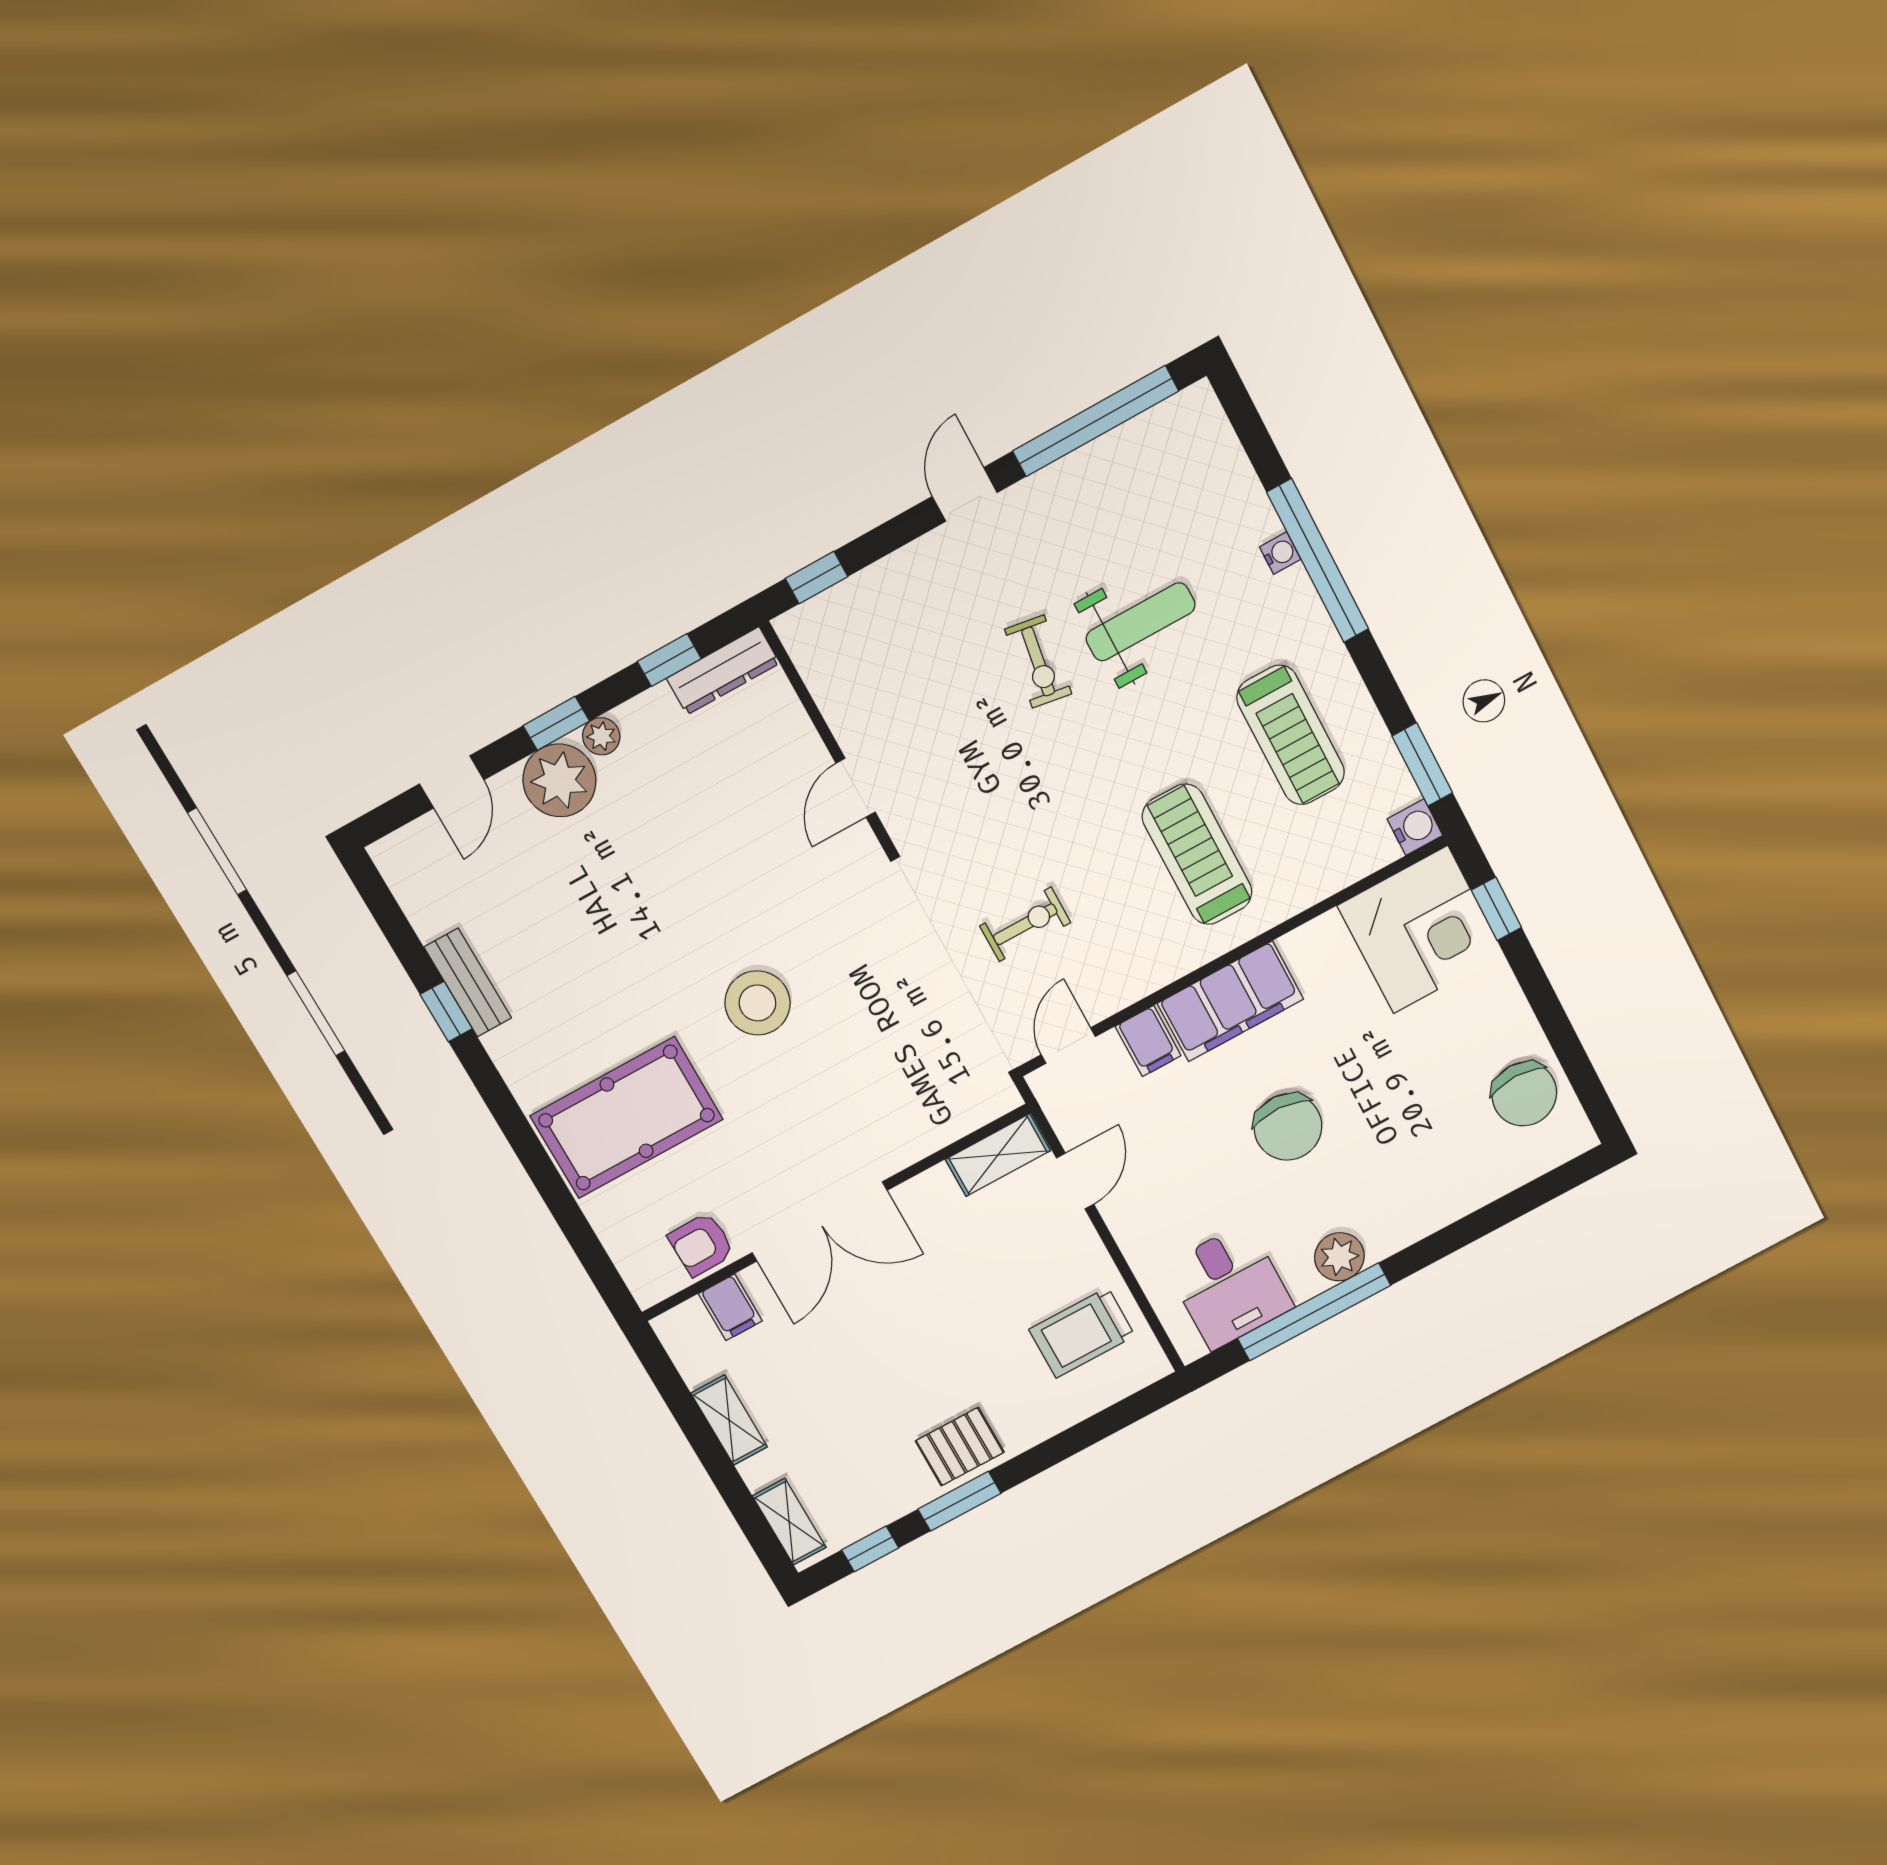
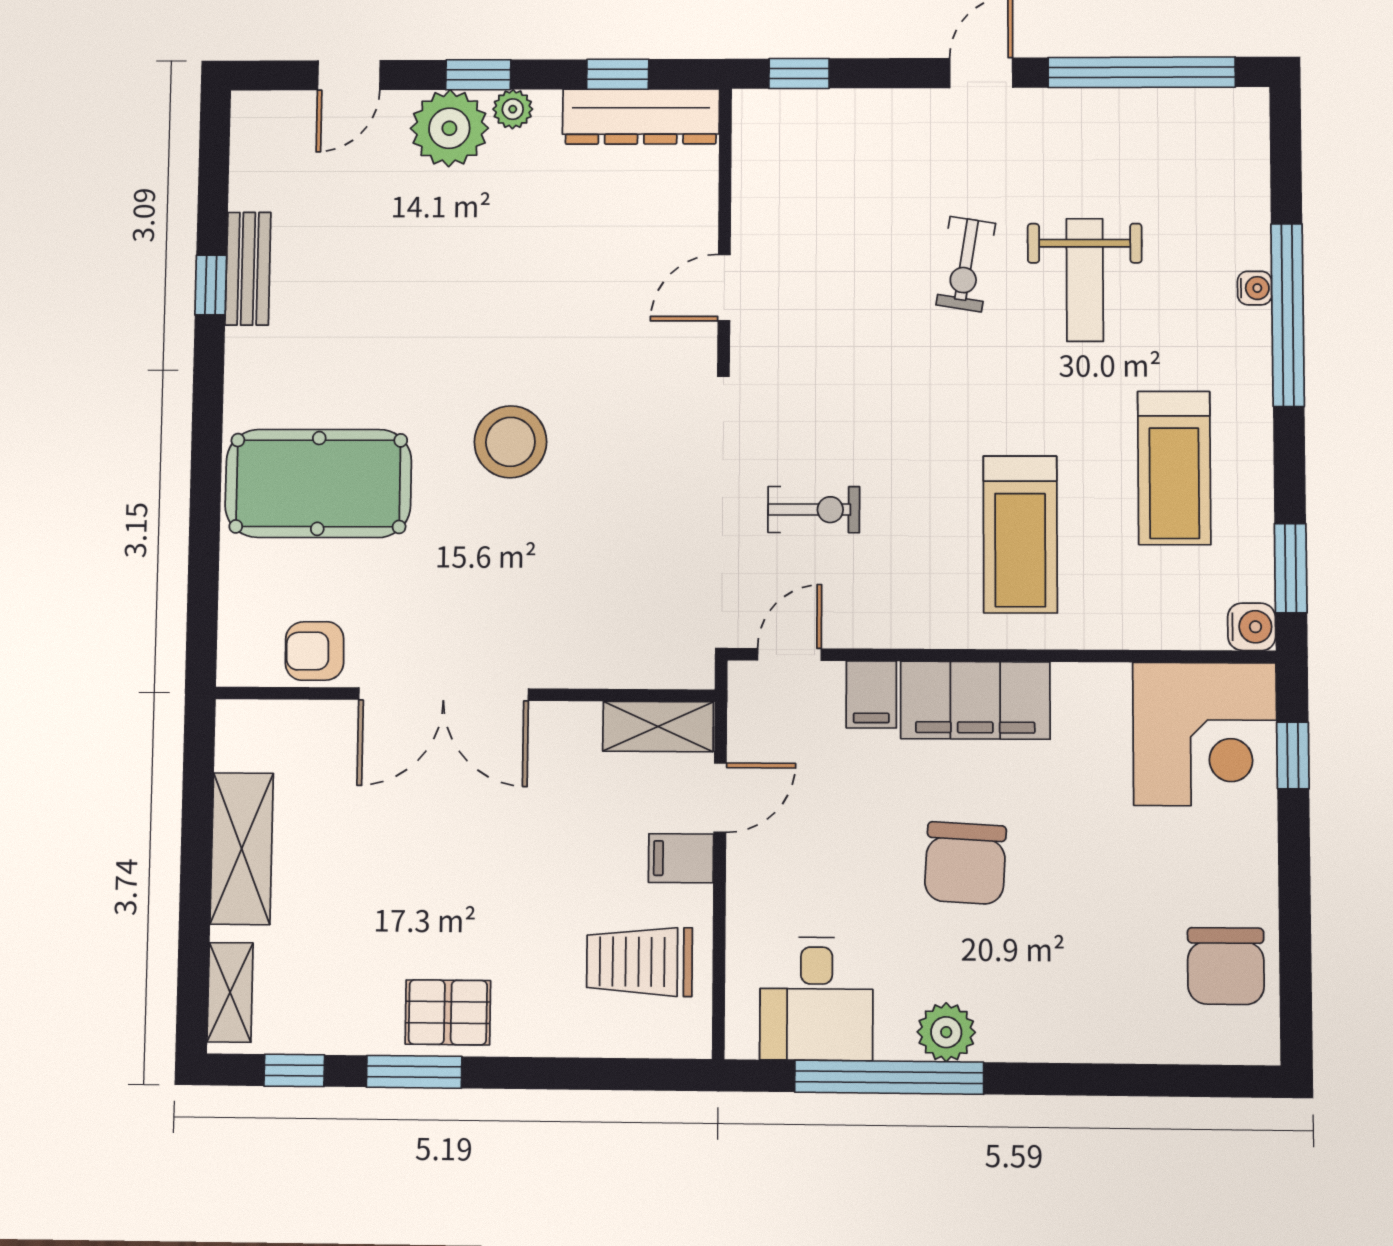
weight bench: (1141, 622) -> (1085, 280), turned 90
dresser: (723, 671) -> (641, 117), width x1.37, depth x1.24
treadmill: (1197, 854) -> (1020, 534), turned 180
filing cabinet: (730, 1307) -> (681, 858), moved, turned 90
shelving: (729, 1420) -> (242, 849), width x1.50, depth x1.33

